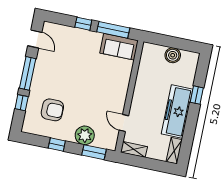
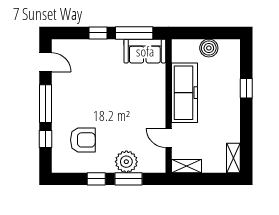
freezer: (177, 112) -> (185, 93), moved, turned 180
window: (94, 152) -> (128, 179), moved

